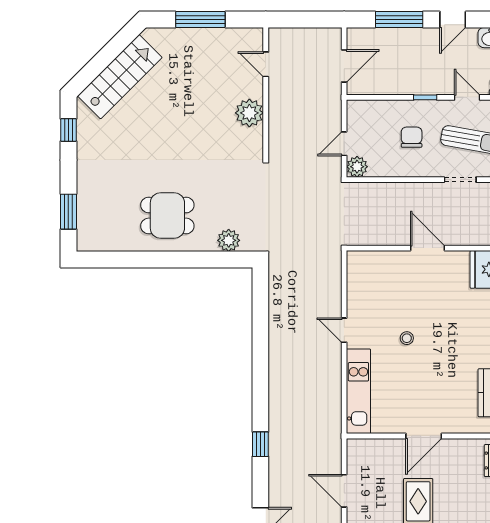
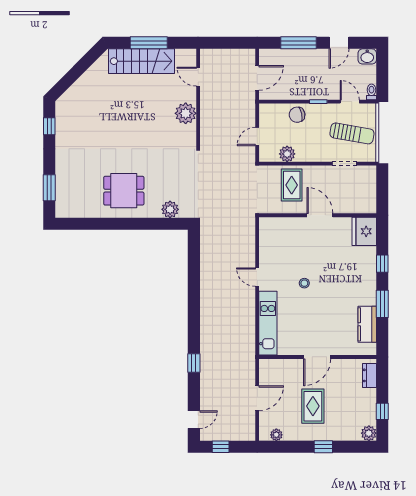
stairs: (120, 77) -> (142, 61), moved, turned 45
chair: (412, 137) -> (297, 115), moved, turned -101
plant: (357, 167) -> (287, 154), moved
rug: (390, 208) -> (292, 185), added
door: (344, 491) -> (257, 398), swing flipped

